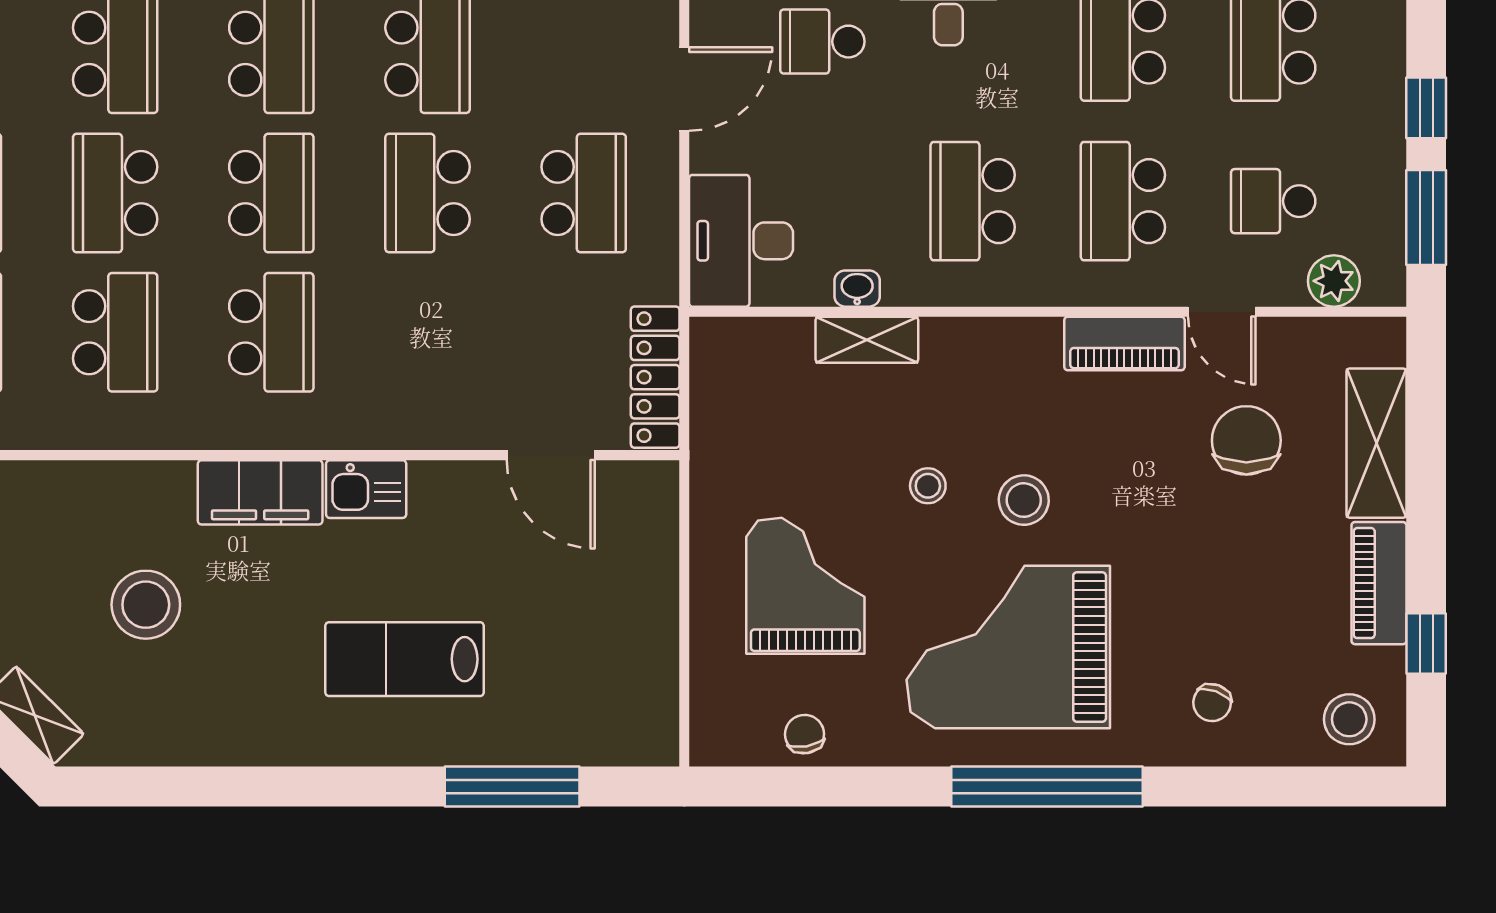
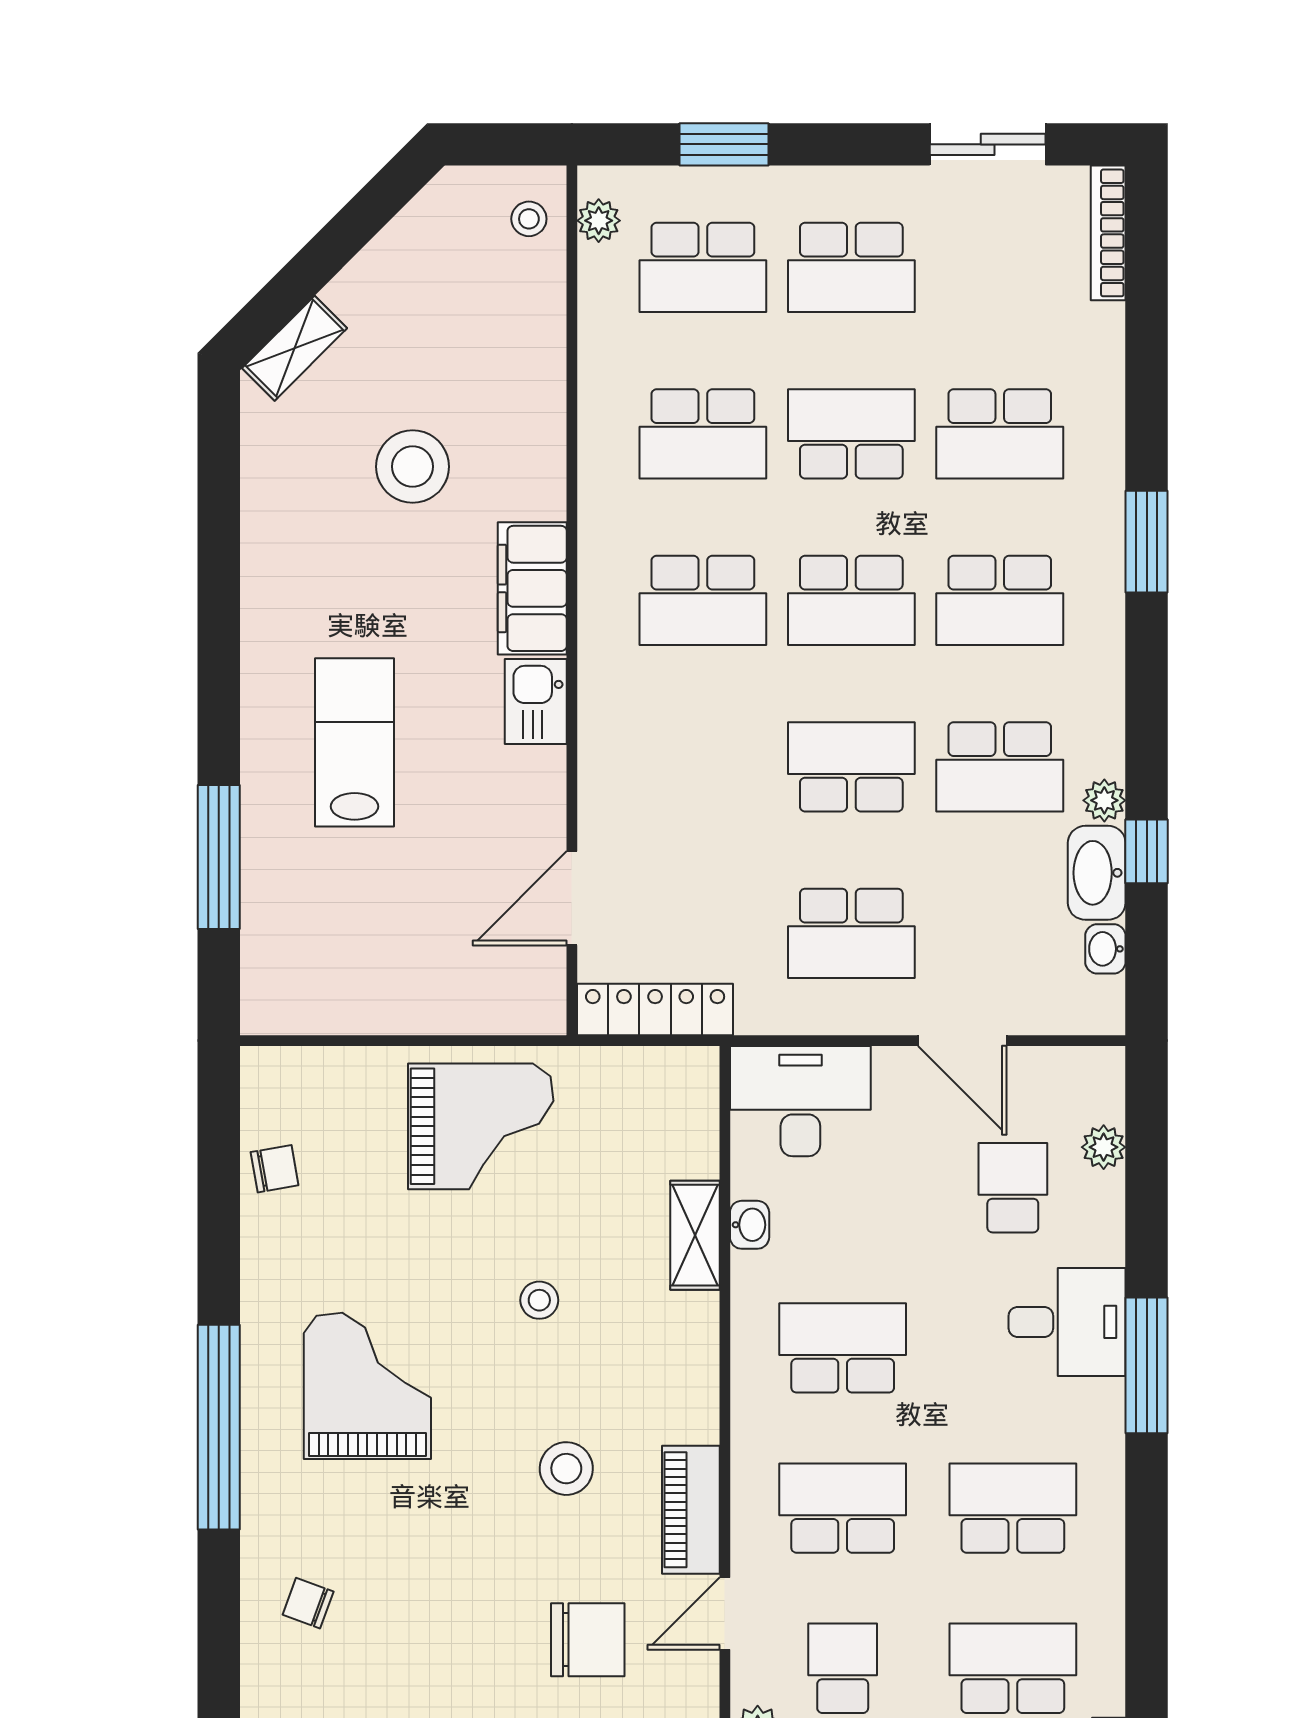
stool: (1024, 500) -> (566, 1469), moved
grand piano: (805, 586) -> (481, 1126), moved
grand piano: (1008, 647) -> (367, 1386), width x0.73, depth x0.68

